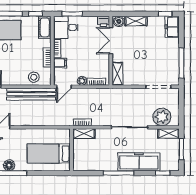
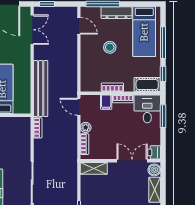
stool: (34, 77) -> (110, 47), moved
bench: (31, 94) -> (41, 89), moved
shelving: (84, 134) -> (25, 130), removed

